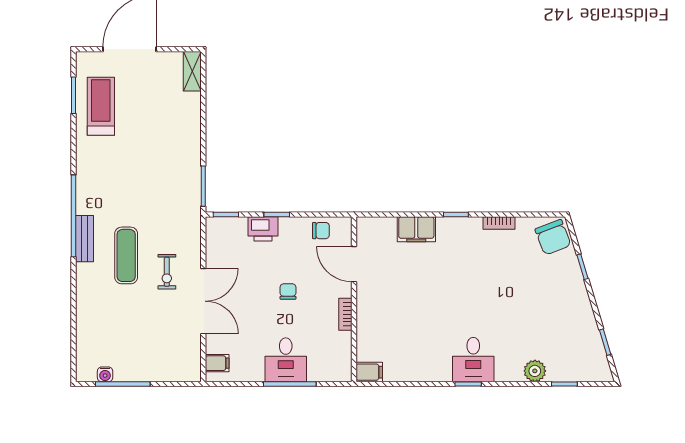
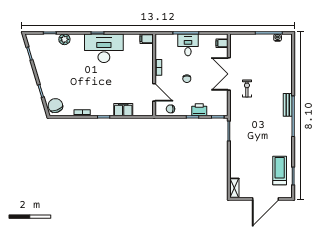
treadmill: (101, 106) -> (280, 171), turned 180
exercise mat: (126, 255) -> (267, 97), removed
desk: (473, 360) -> (104, 48), width x1.87, depth x1.30

